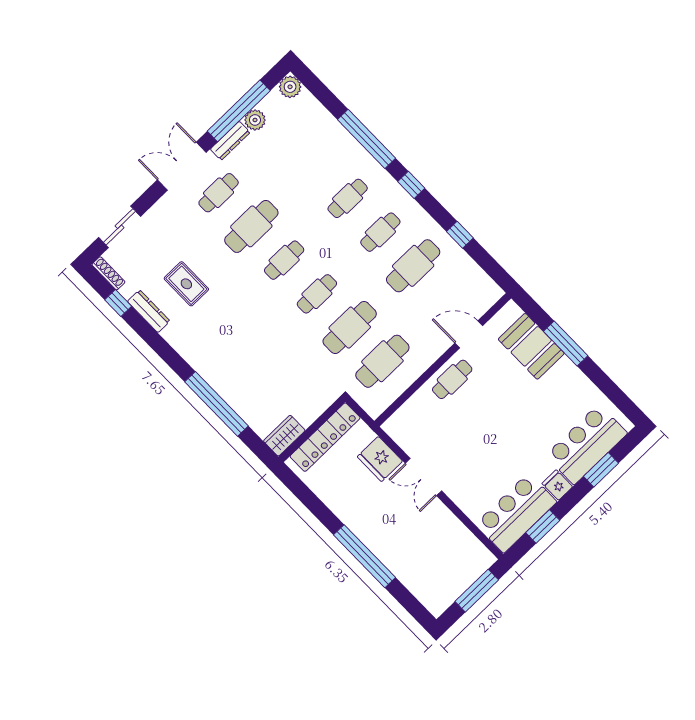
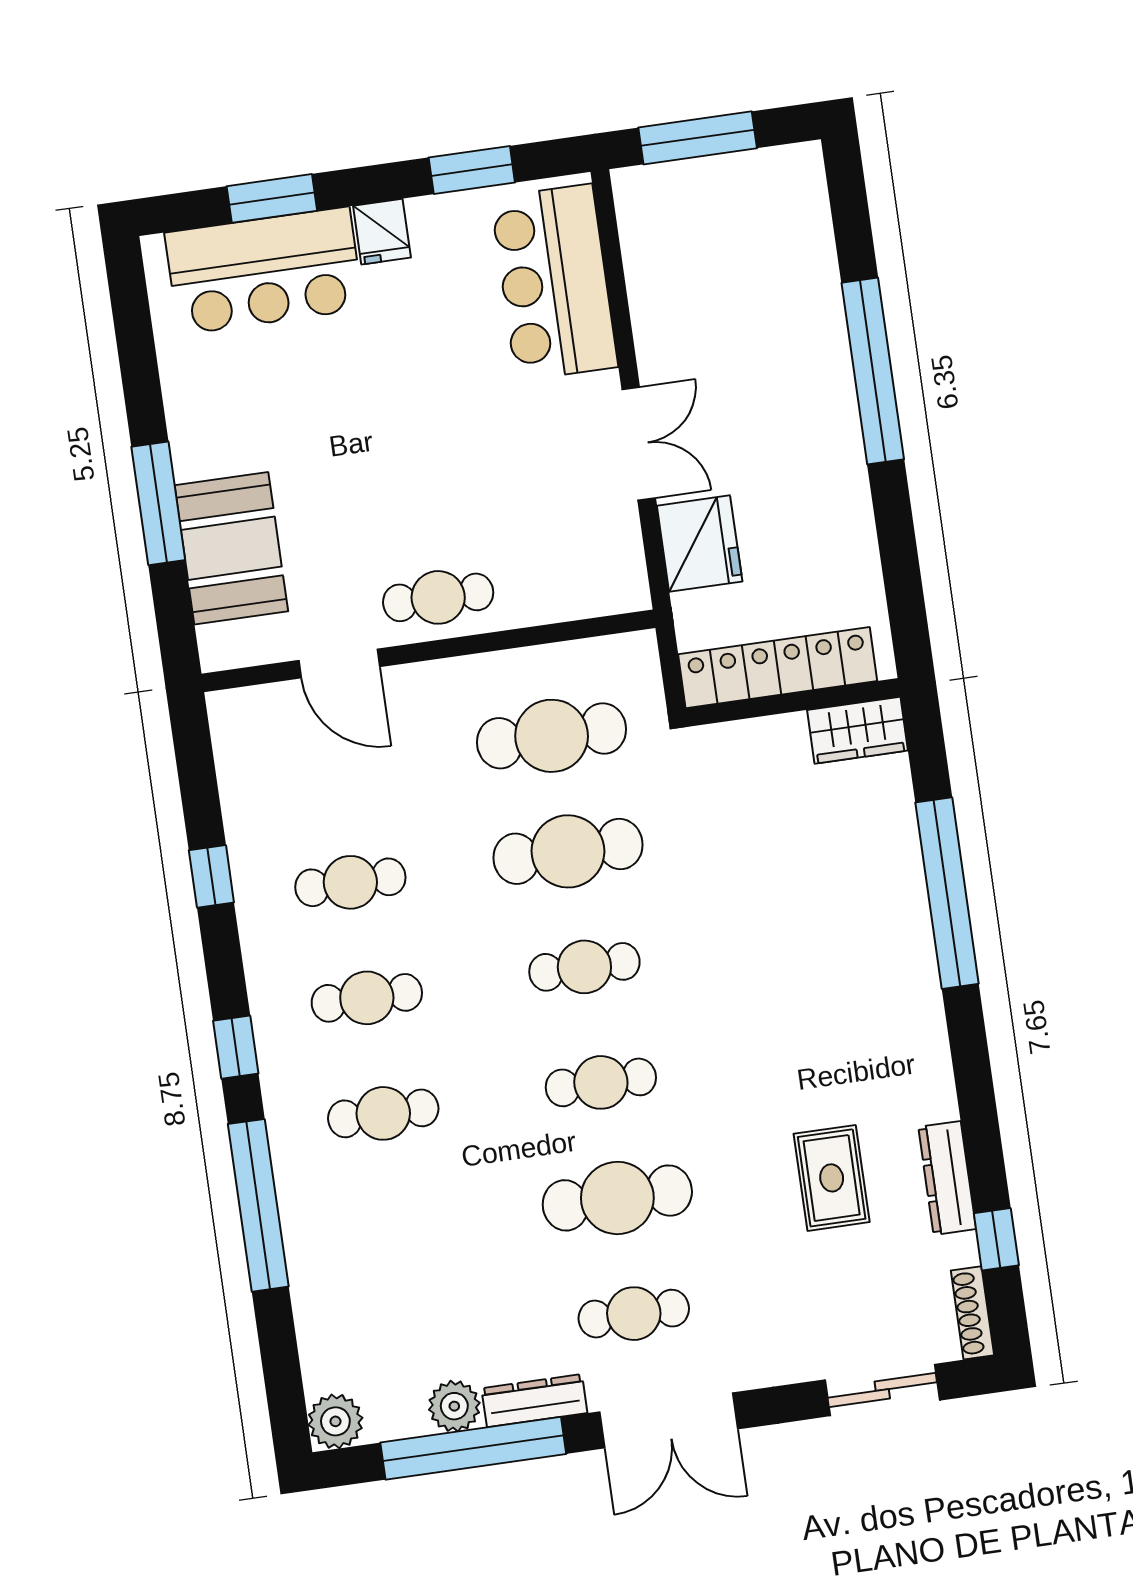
cafe table: (413, 266) -> (350, 882), width x0.73, depth x0.74
bar counter: (516, 513) -> (554, 282), moved, turned 90

